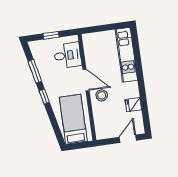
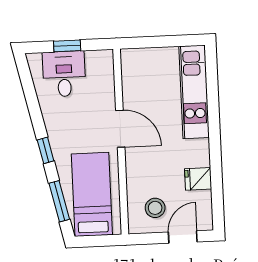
desk: (68, 55) -> (64, 74), moved, turned -90
window: (35, 71) -> (59, 201), moved
stool: (102, 95) -> (155, 208), moved

